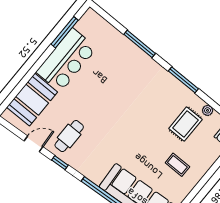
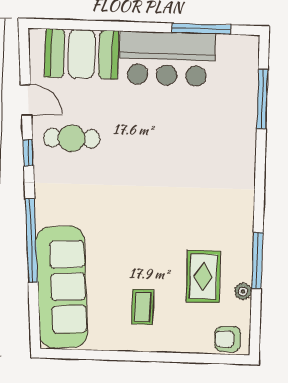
window: (140, 44) -> (262, 99), moved
window: (183, 80) -> (257, 260), moved
rug: (185, 124) -> (203, 276), turned 90

